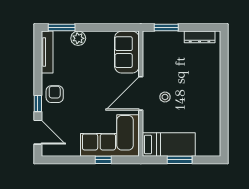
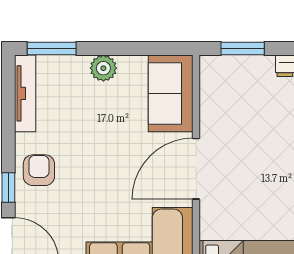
plant: (78, 38) -> (103, 68), moved
stool: (165, 97) -> (240, 175), removed

